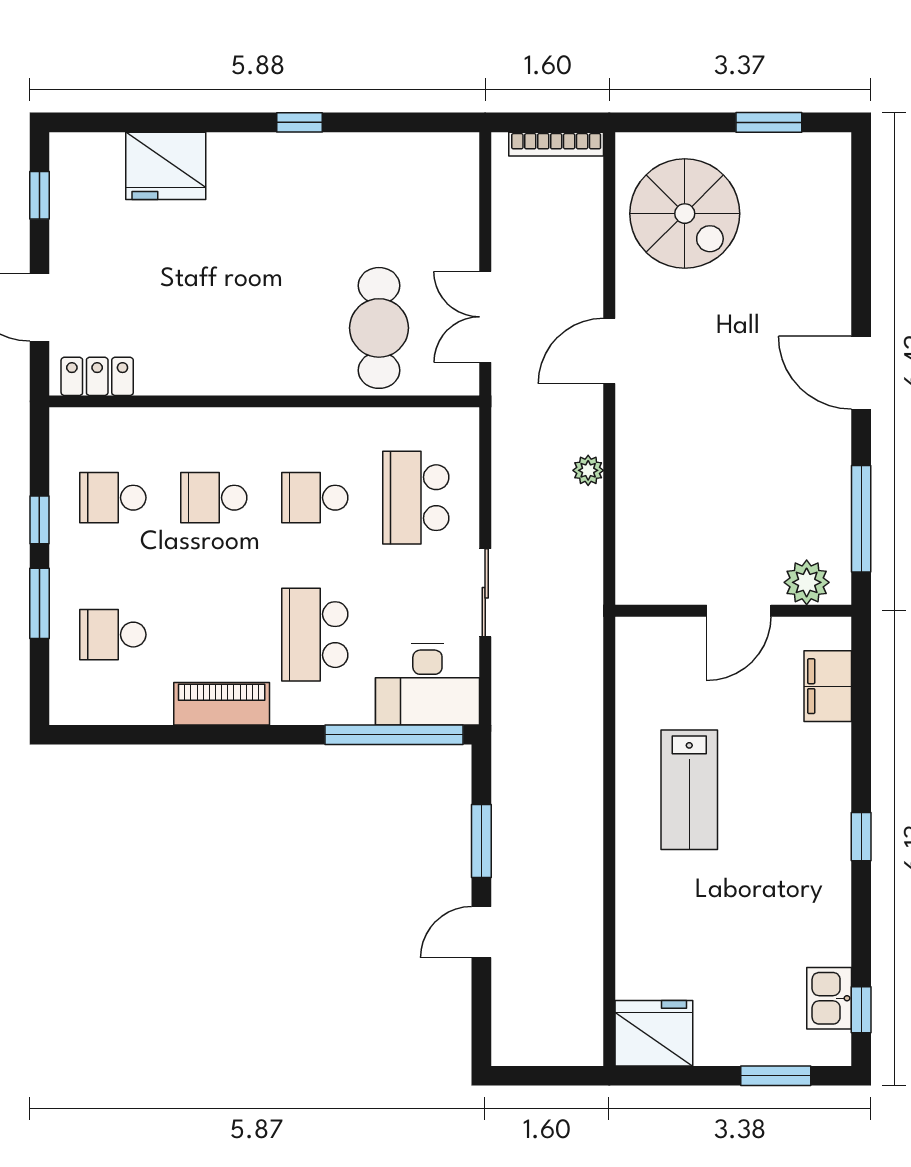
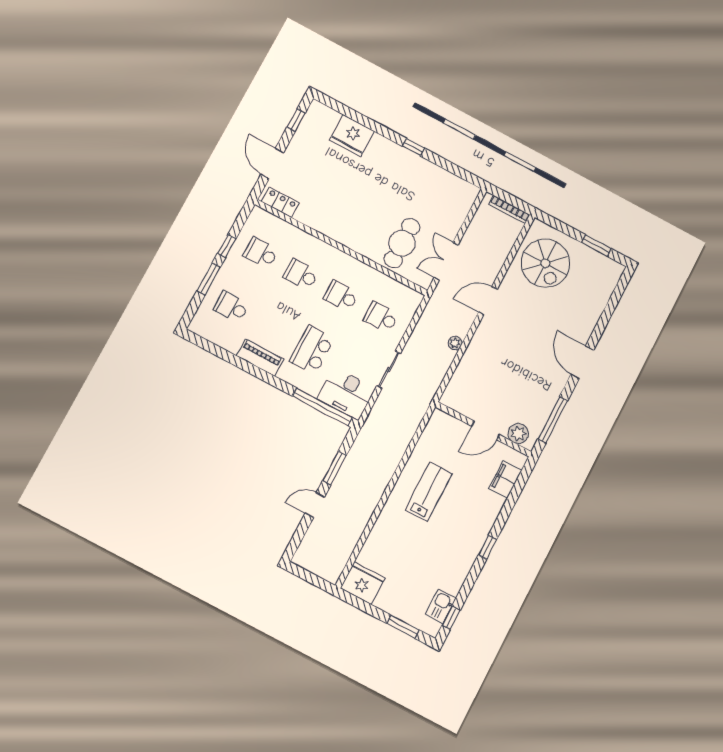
school desk: (416, 498) -> (381, 317), width x0.54
lab bench: (689, 790) -> (429, 492), turned 180

